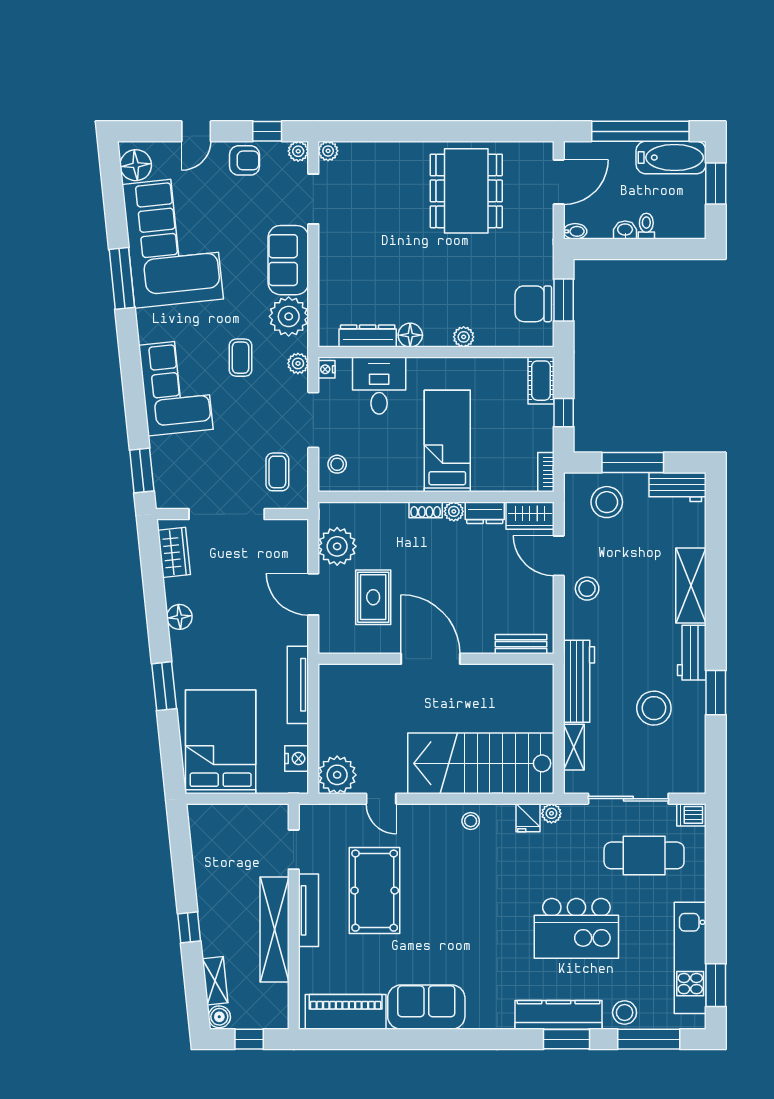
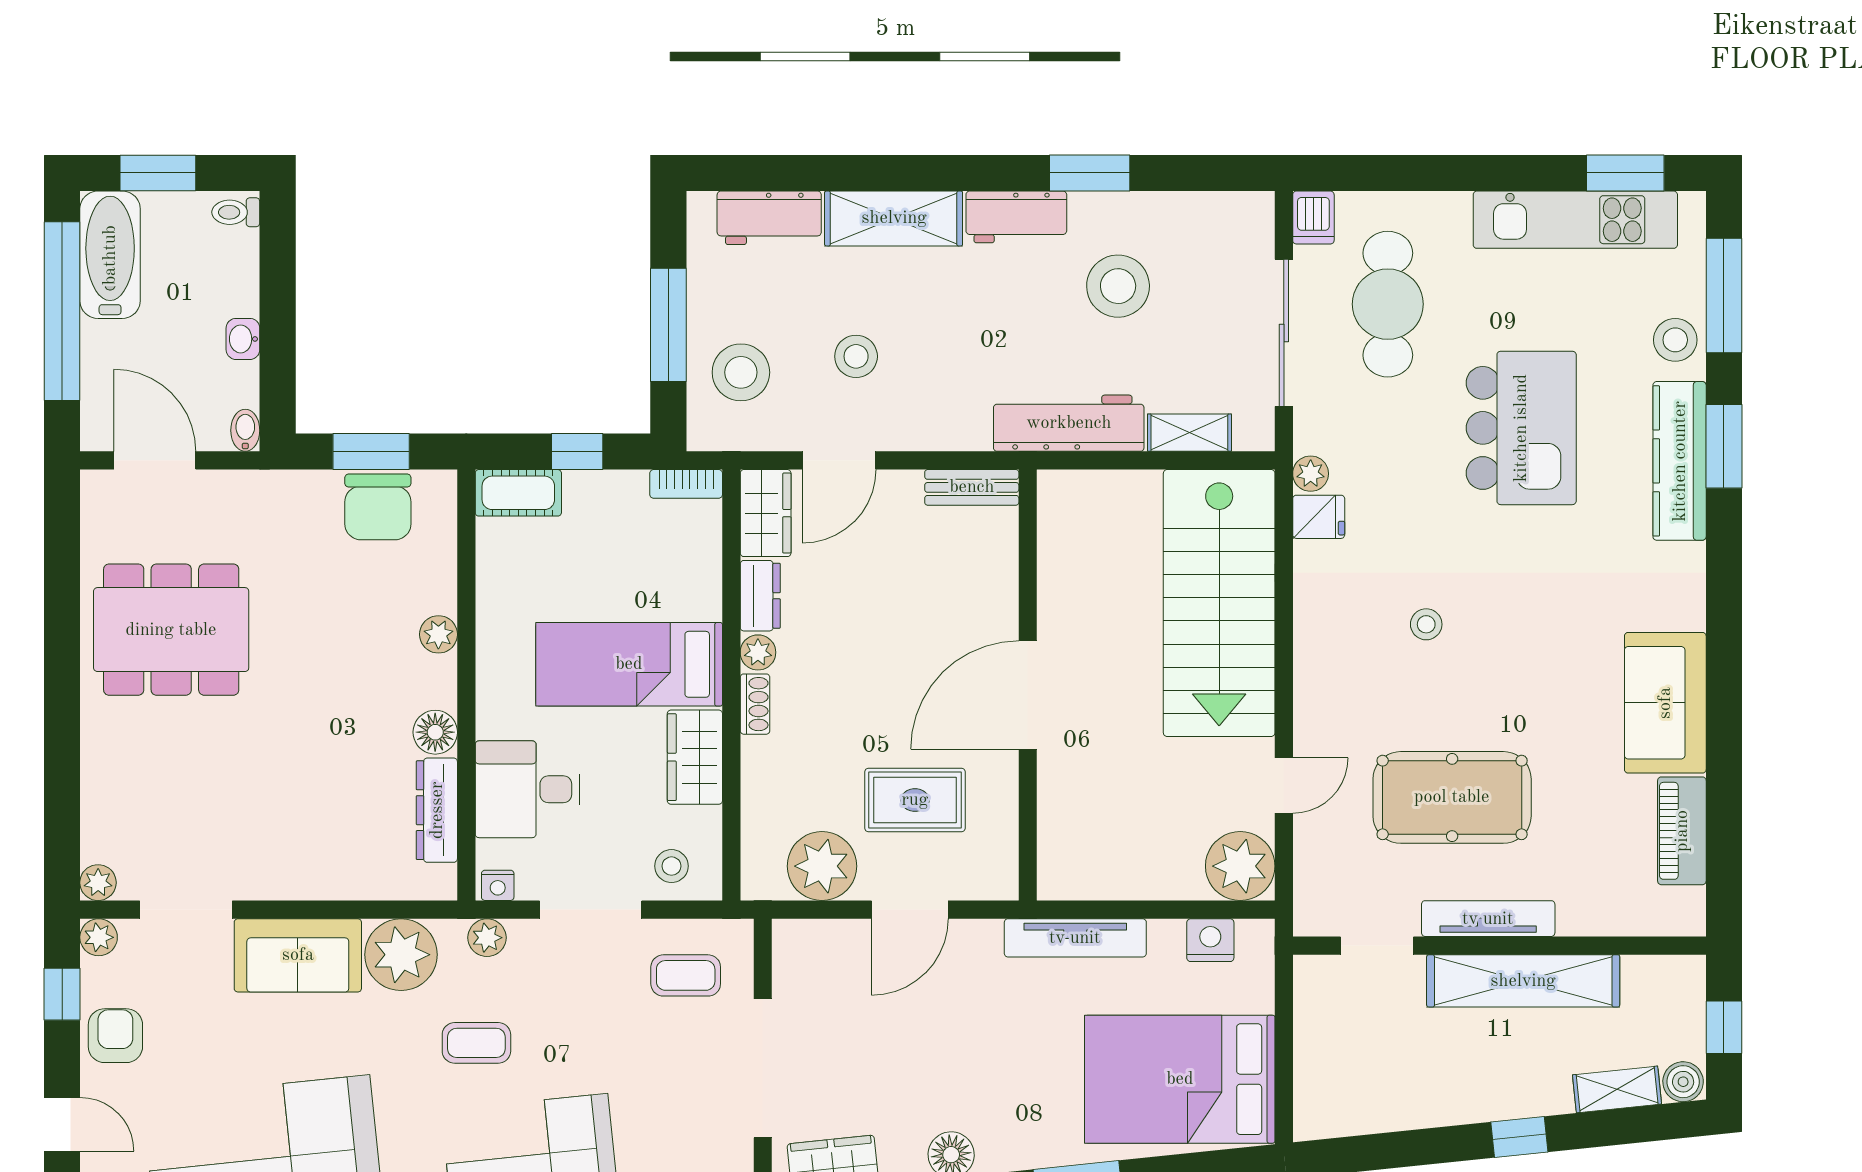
toilet: (646, 226) -> (236, 212), moved
wardrobe: (397, 477) -> (695, 757), added
workbench: (678, 487) -> (769, 218), moved, turned 90
stool: (587, 589) -> (856, 356), moved
bench: (521, 644) -> (972, 487), moved, turned 90
stool: (471, 821) -> (1426, 624), moved
piano: (346, 1012) -> (1682, 831), width x0.73, depth x0.75

